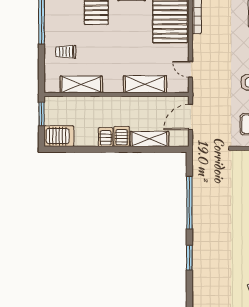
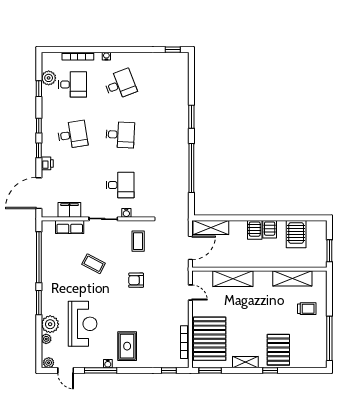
server rack: (59, 136) -> (296, 234), moved, turned -90
shelving: (149, 139) -> (211, 227), moved

